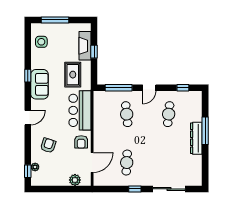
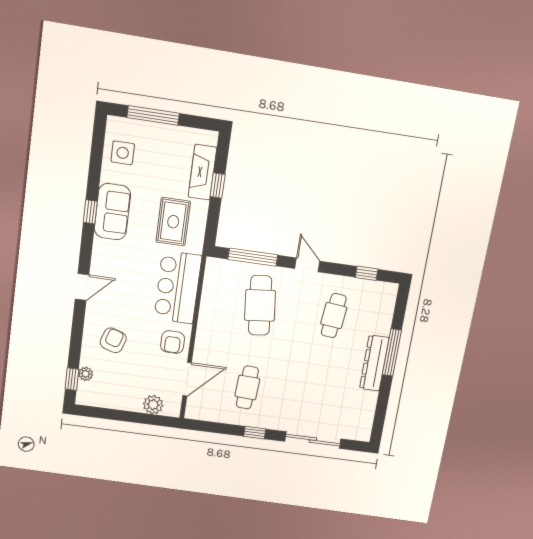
sofa: (40, 84) -> (112, 212), moved
door: (149, 88) -> (307, 265), swing flipped
cafe table: (127, 114) -> (260, 305), width x1.37, depth x1.35

